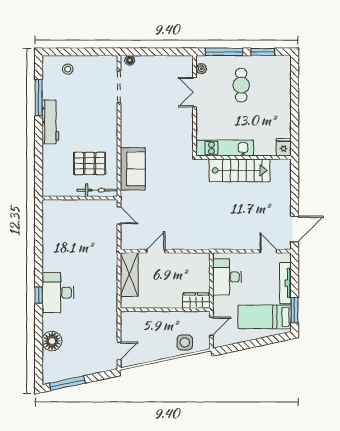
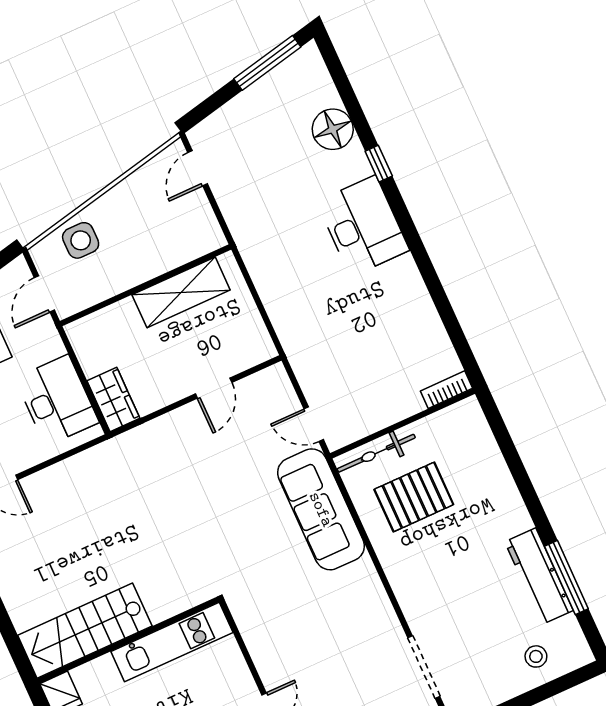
workbench: (50, 122) -> (539, 576), moved
sofa: (133, 169) -> (321, 509), width x1.36
stairs: (239, 170) -> (85, 631), moved
bookcase: (54, 204) -> (446, 390), added
shelving: (129, 275) -> (181, 292), moved, turned 90
window: (39, 295) -> (379, 164), moved
wardrobe: (196, 301) -> (113, 400), moved, turned -90

